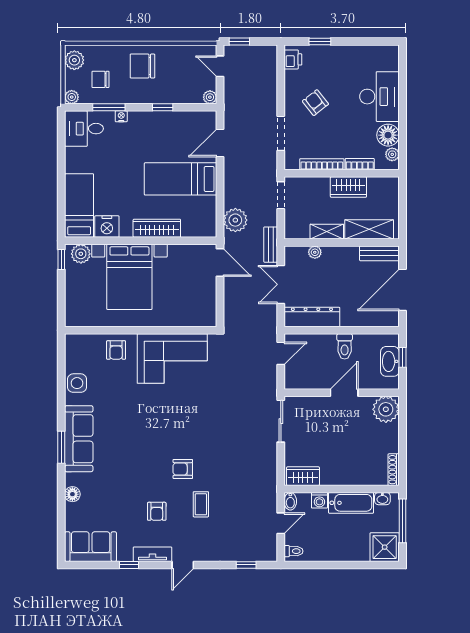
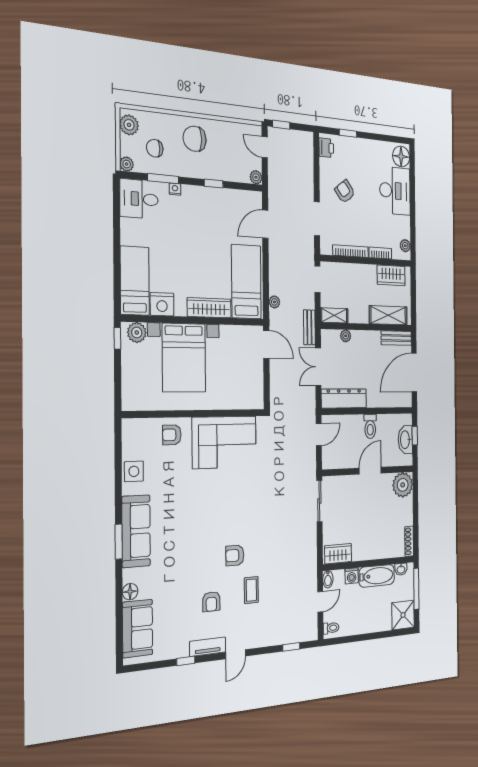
floor lamp: (388, 135) -> (401, 156), moved
bed: (181, 179) -> (246, 282), moved, turned 90
wardrobe: (348, 187) -> (391, 275), moved
plant: (235, 220) -> (274, 302), width x0.53, depth x0.53
shelving: (327, 232) -> (334, 315), moved
armchair: (116, 350) -> (172, 435), turned 90
sofa: (91, 547) -> (138, 628), moved, turned 90

